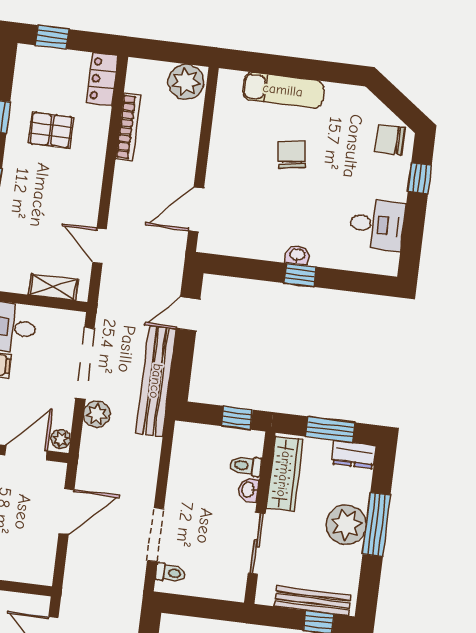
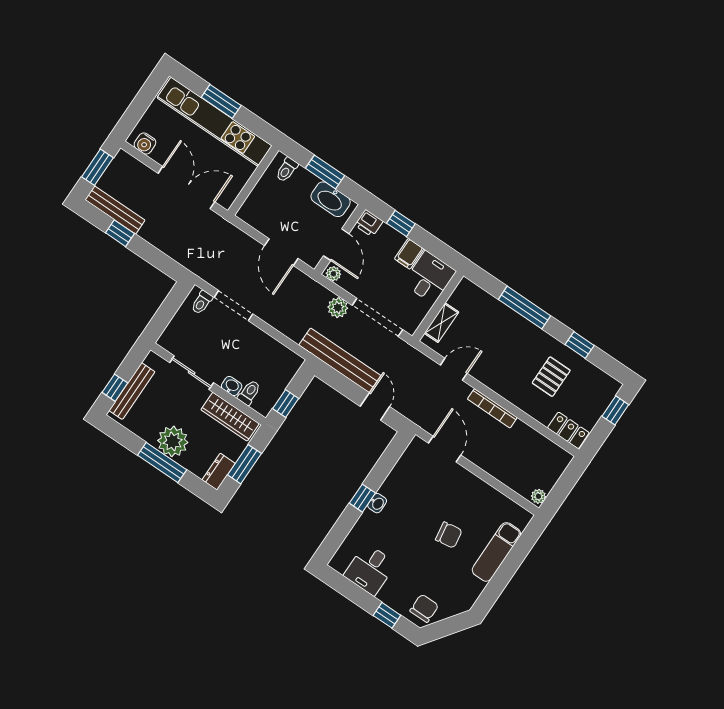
plant: (186, 82) -> (538, 496), width x0.53, depth x0.53
bookcase: (128, 127) -> (492, 408), moved

